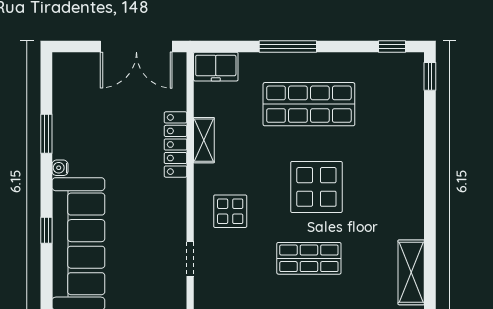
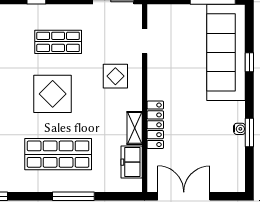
freezer: (216, 67) -> (132, 162), moved, turned -90
water cooler: (60, 168) -> (239, 129), moved

